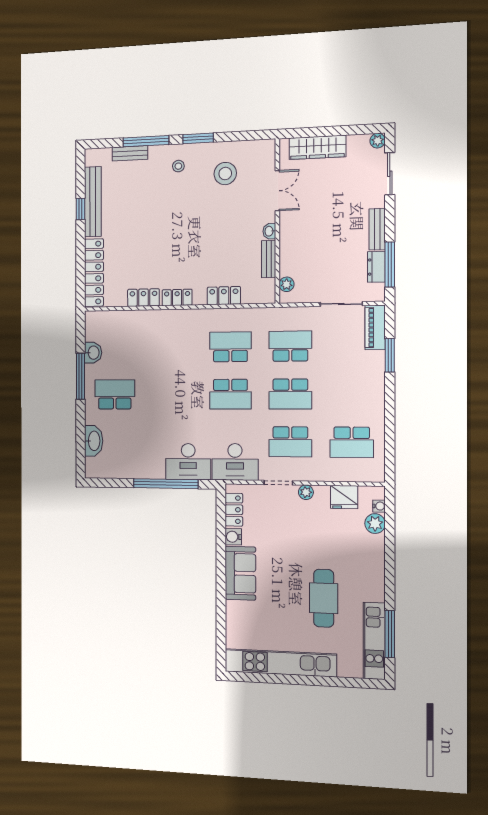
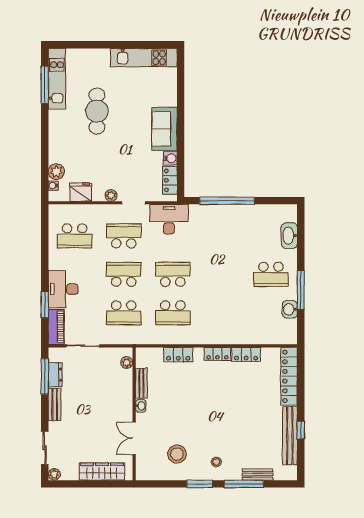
school desk: (352, 442) -> (75, 236), turned 180
desk: (188, 462) -> (63, 289), moved, turned -90
kitchen unit: (280, 663) -> (144, 58), width x0.73

